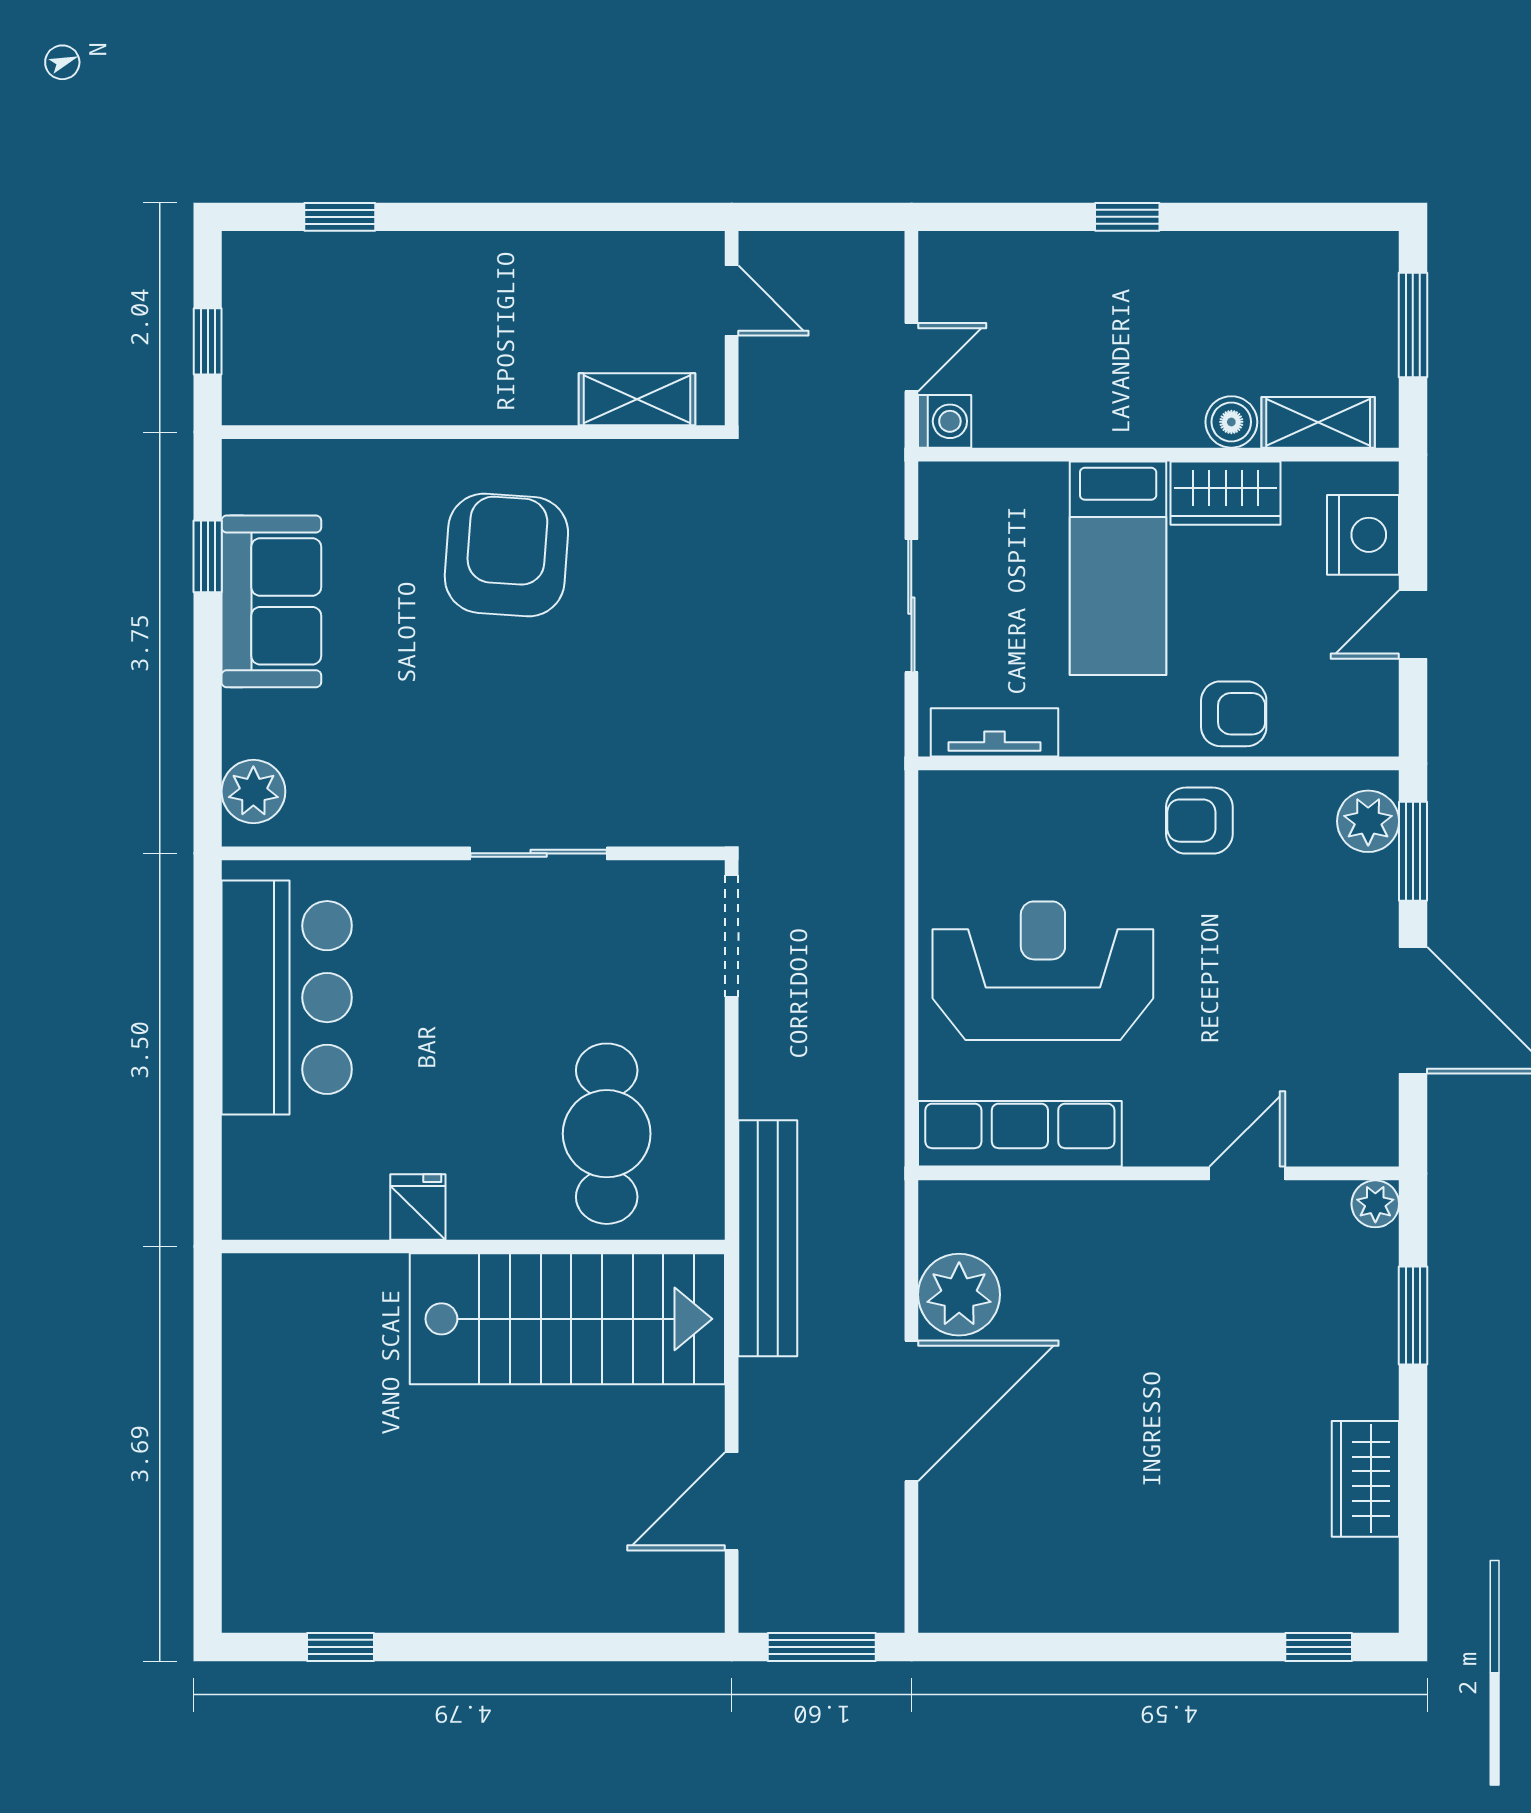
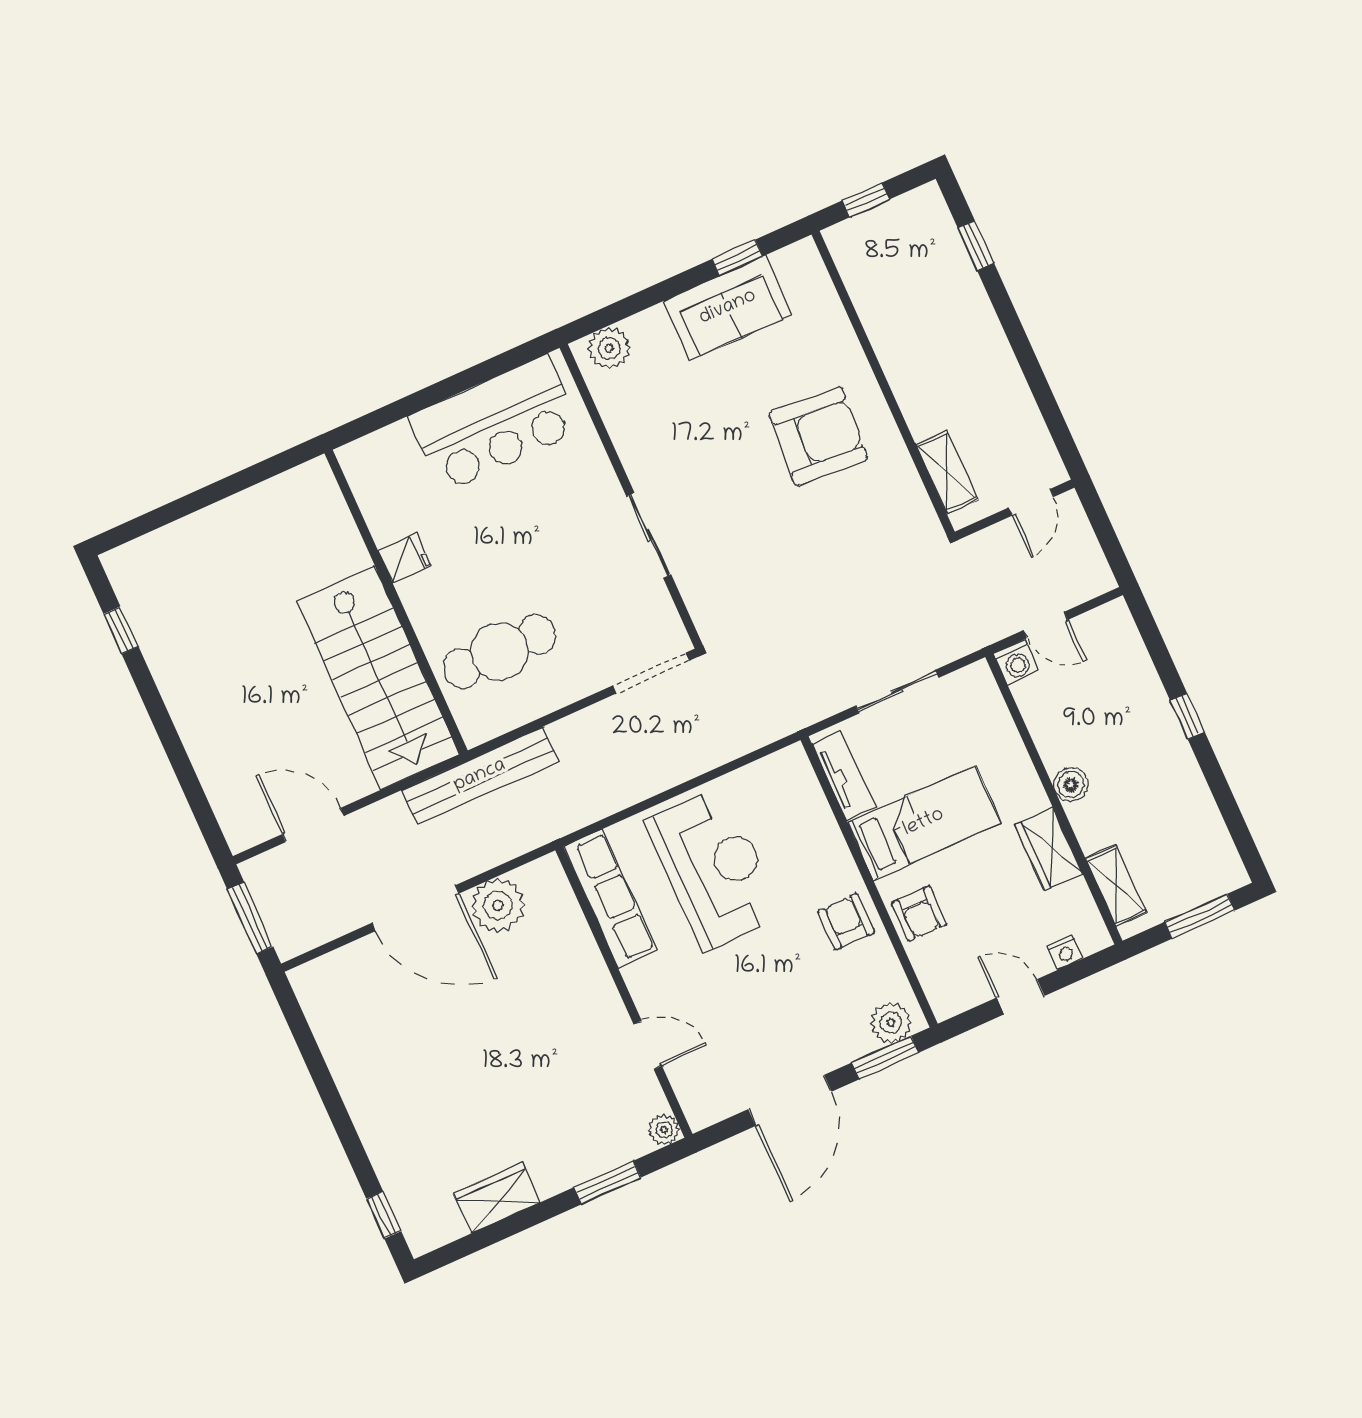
boiler: (1231, 422) -> (1071, 785), moved
nightstand: (1363, 535) -> (1065, 952), width x0.53, depth x0.56
bed: (1118, 568) -> (924, 823), moved, turned 180

